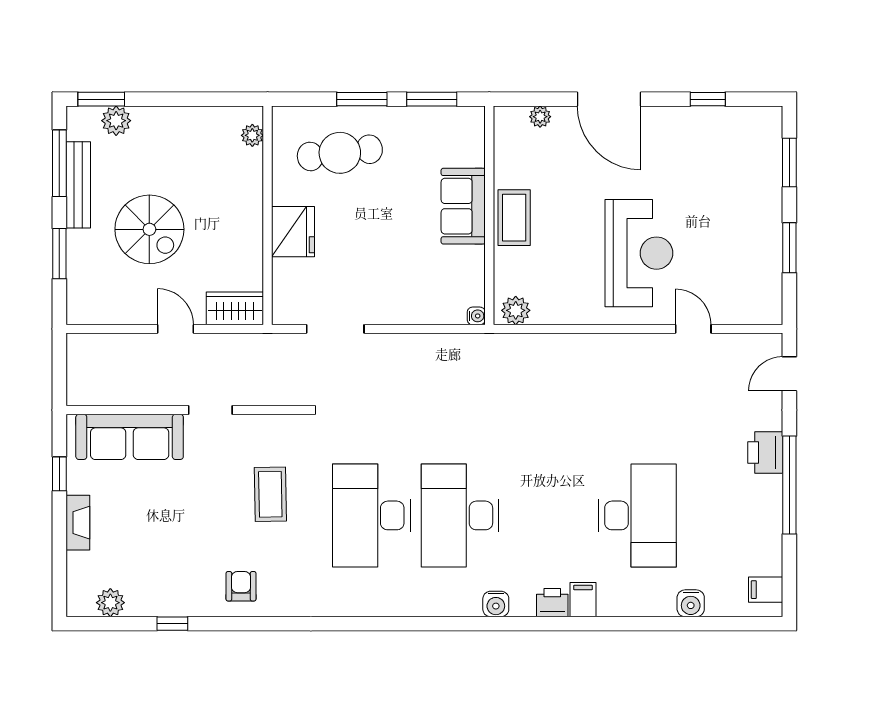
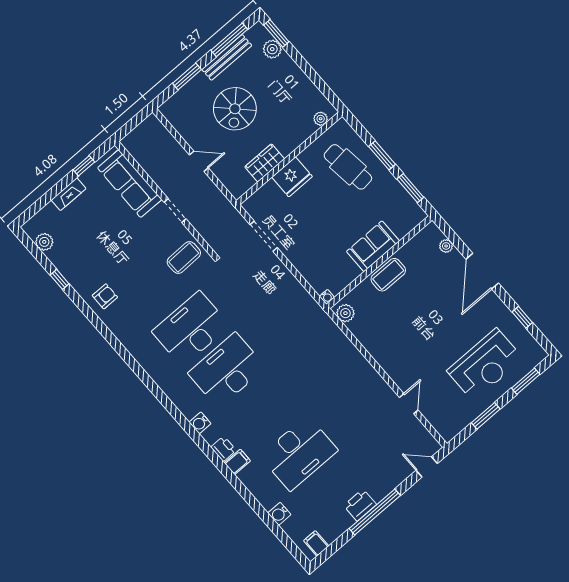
reception desk: (639, 253) -> (485, 365), moved
wardrobe: (235, 308) -> (265, 163), moved, turned -90
door: (175, 329) -> (199, 161), hinge flipped
printer: (765, 452) -> (360, 505), moved
coffee table: (270, 494) -> (184, 258), moved

